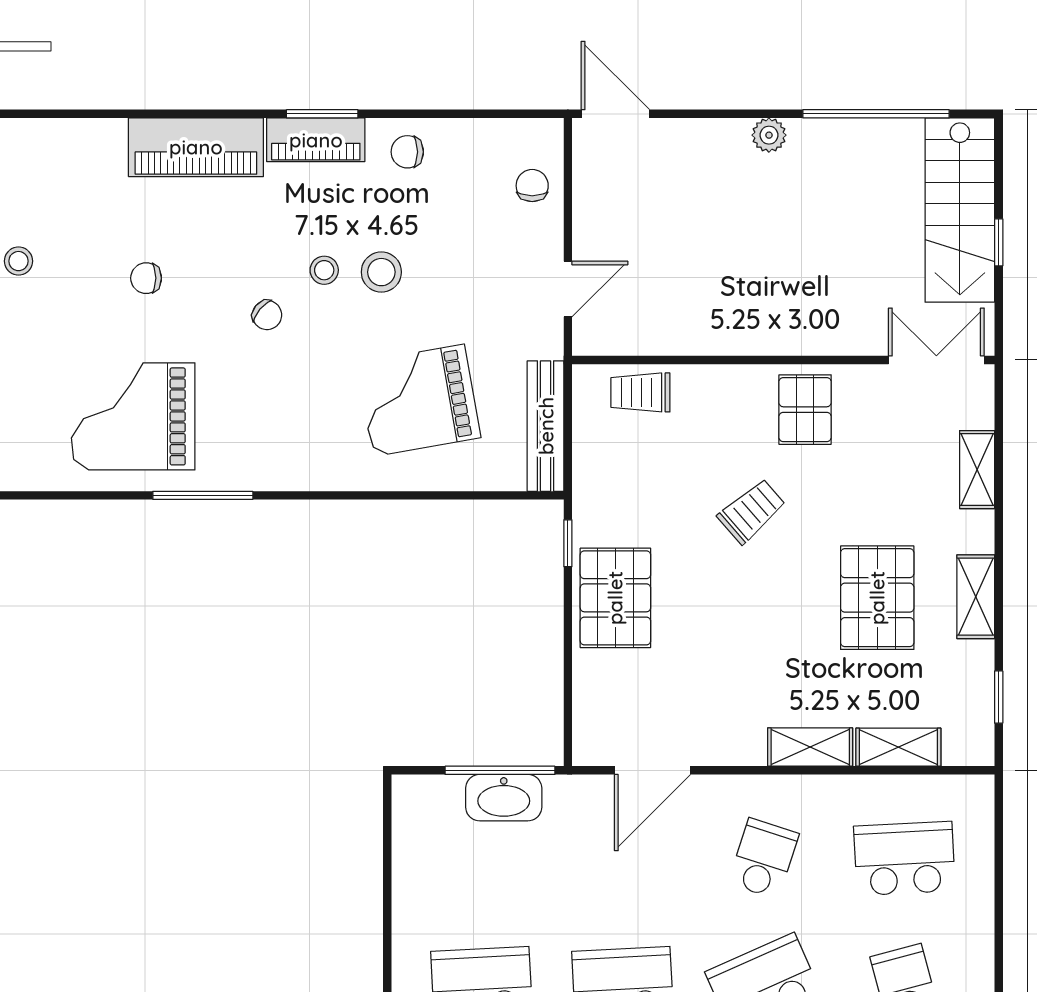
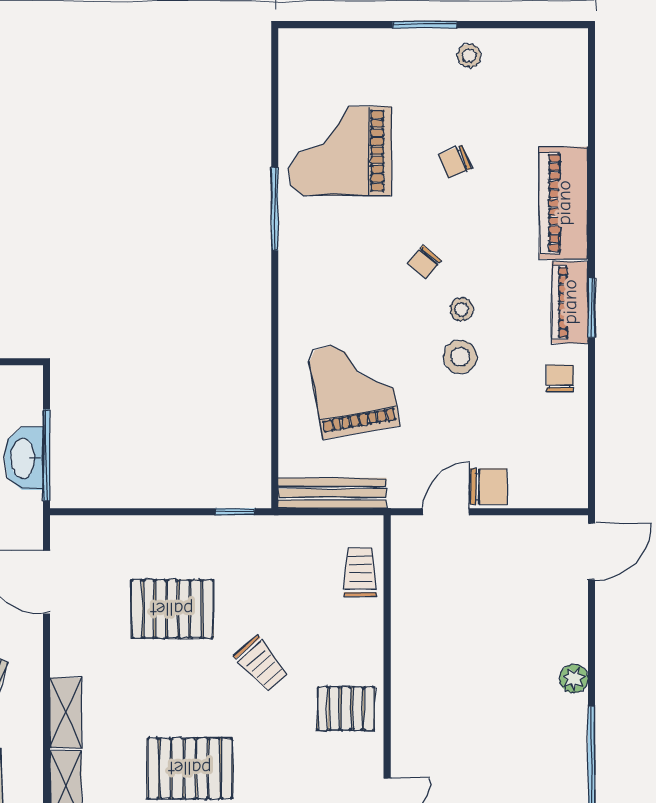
chair: (532, 186) -> (489, 487), moved, width x1.37, depth x1.37
chair: (146, 278) -> (455, 162), turned -112
door: (568, 289) -> (446, 512), swing flipped
grand piano: (133, 416) -> (340, 151), turned -90
pallet: (615, 598) -> (172, 609), moved

